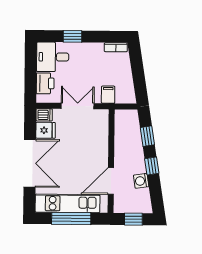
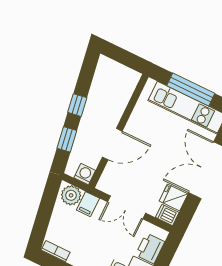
plant: (124, 95) -> (71, 195), added
door: (111, 181) -> (112, 144), moved
washing machine: (141, 181) -> (85, 174), moved, turned -81
window: (133, 219) -> (124, 57), removed

